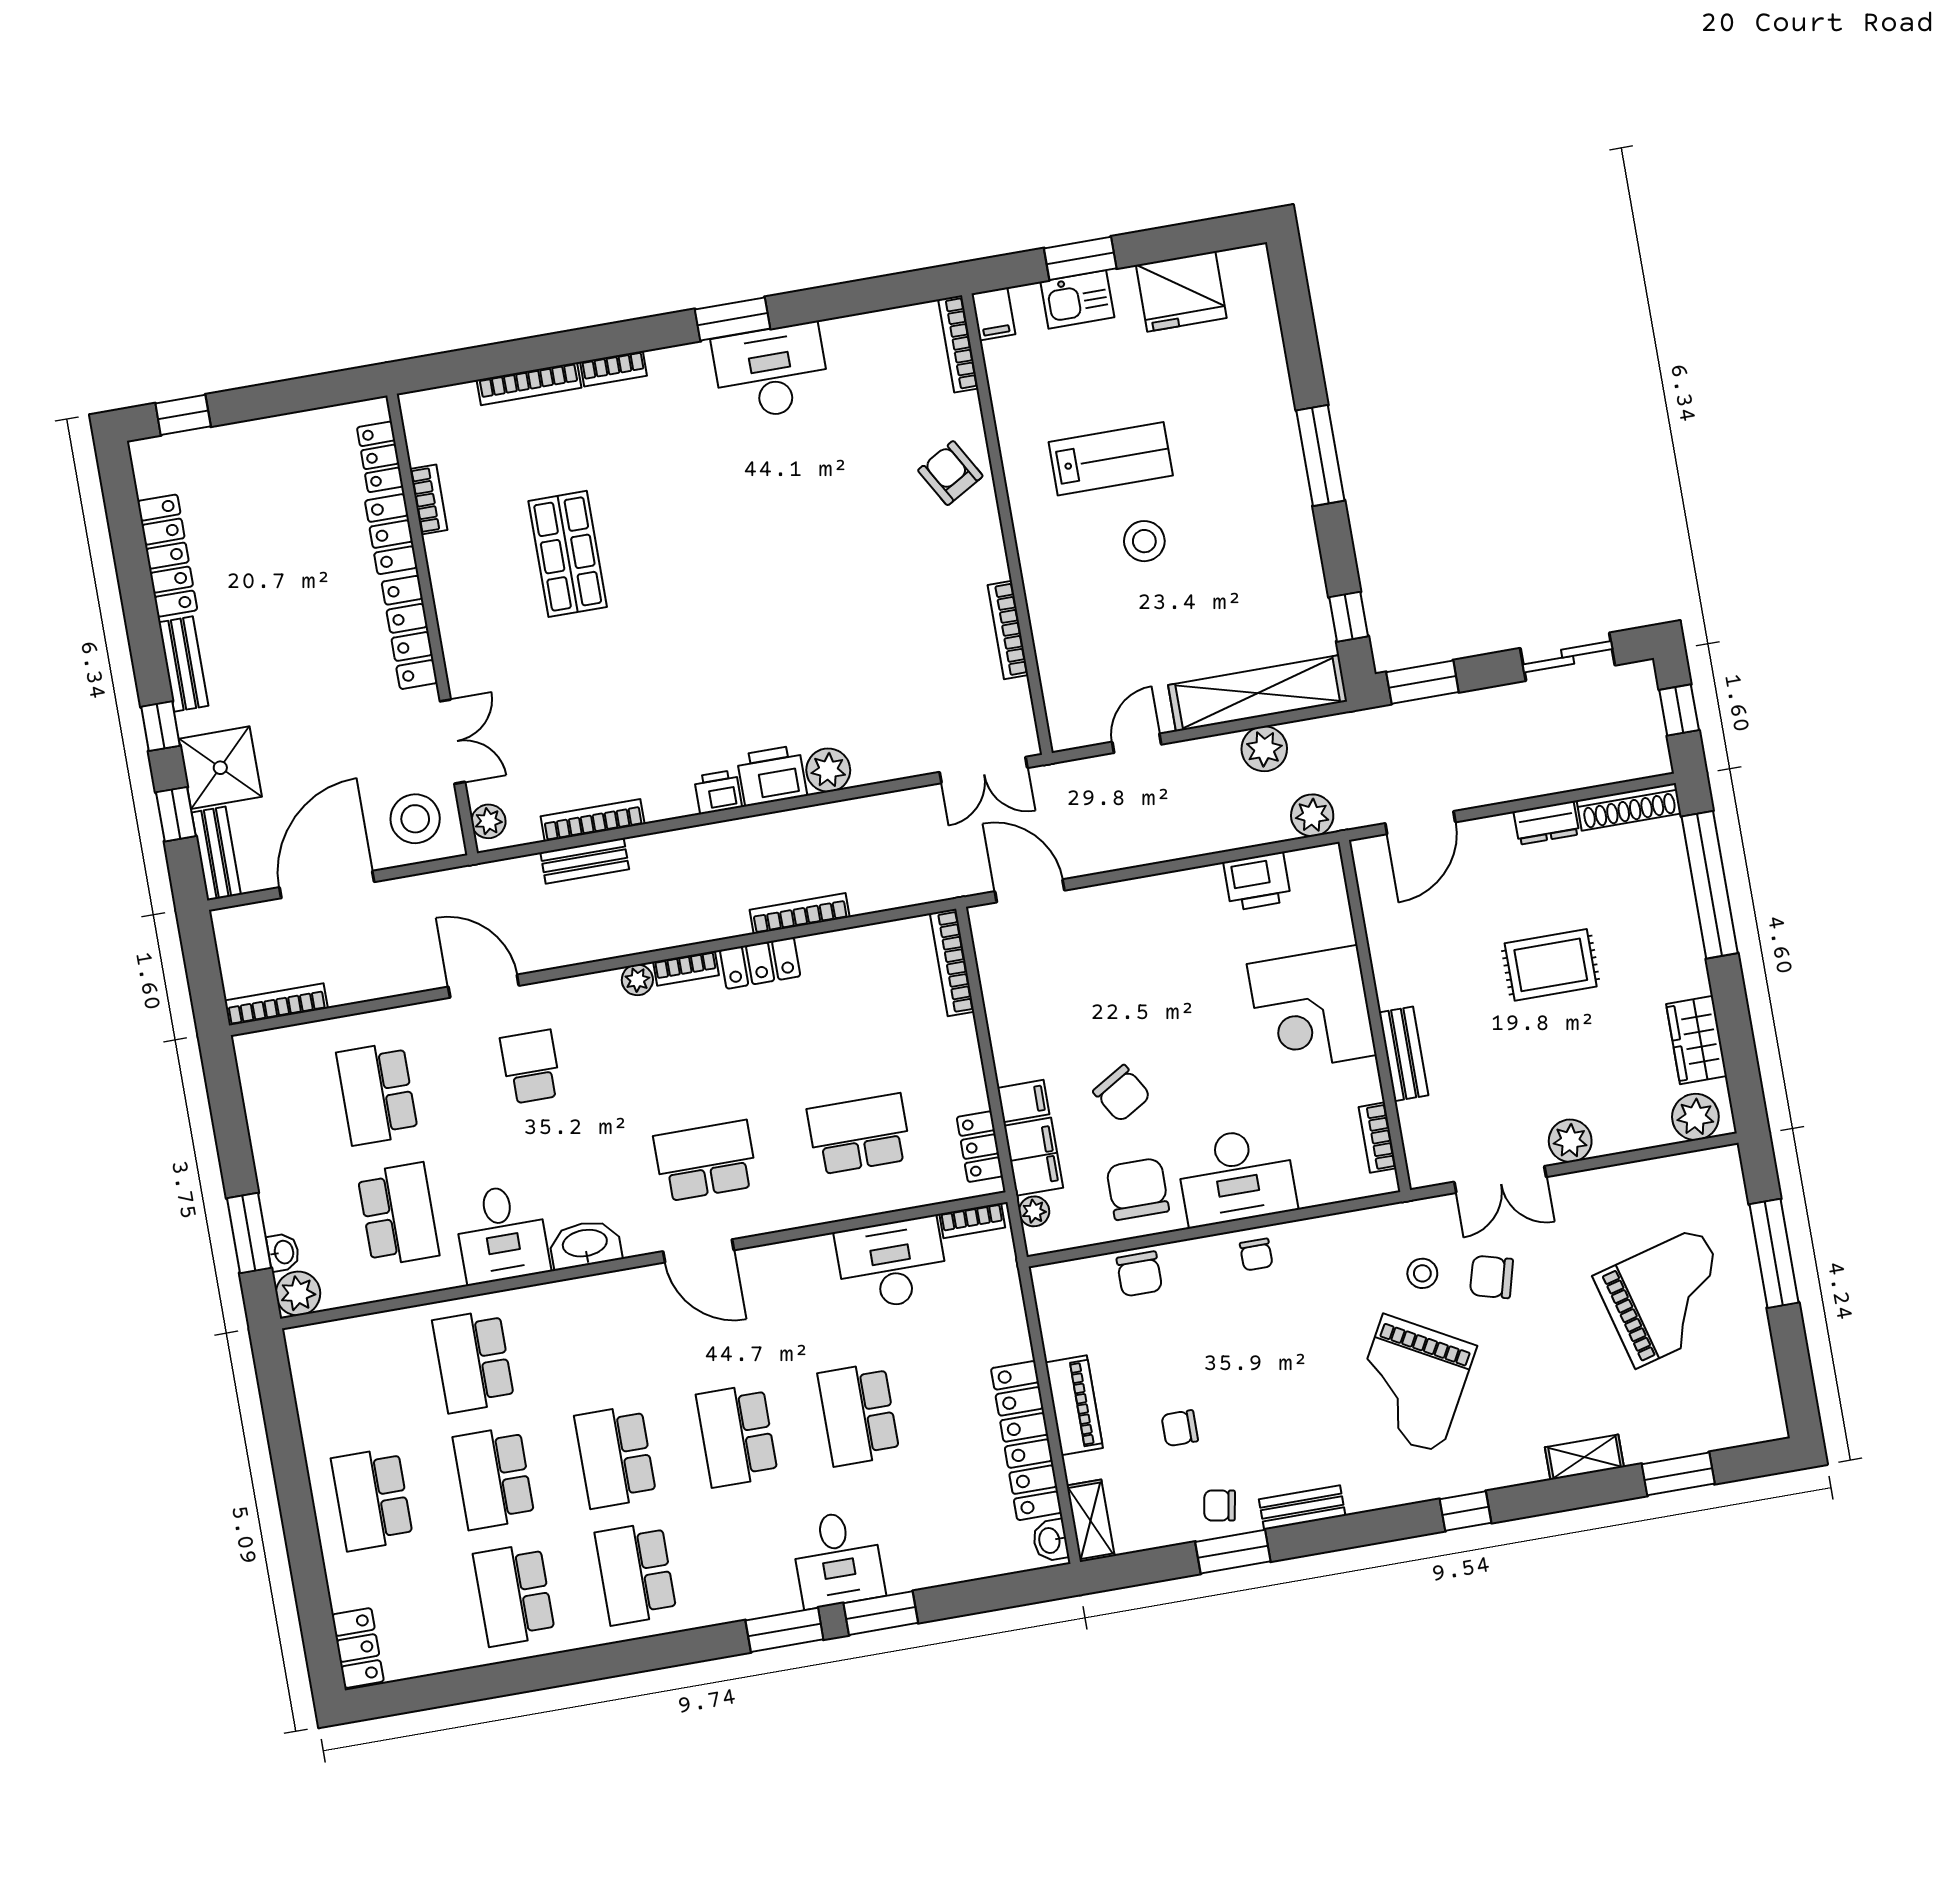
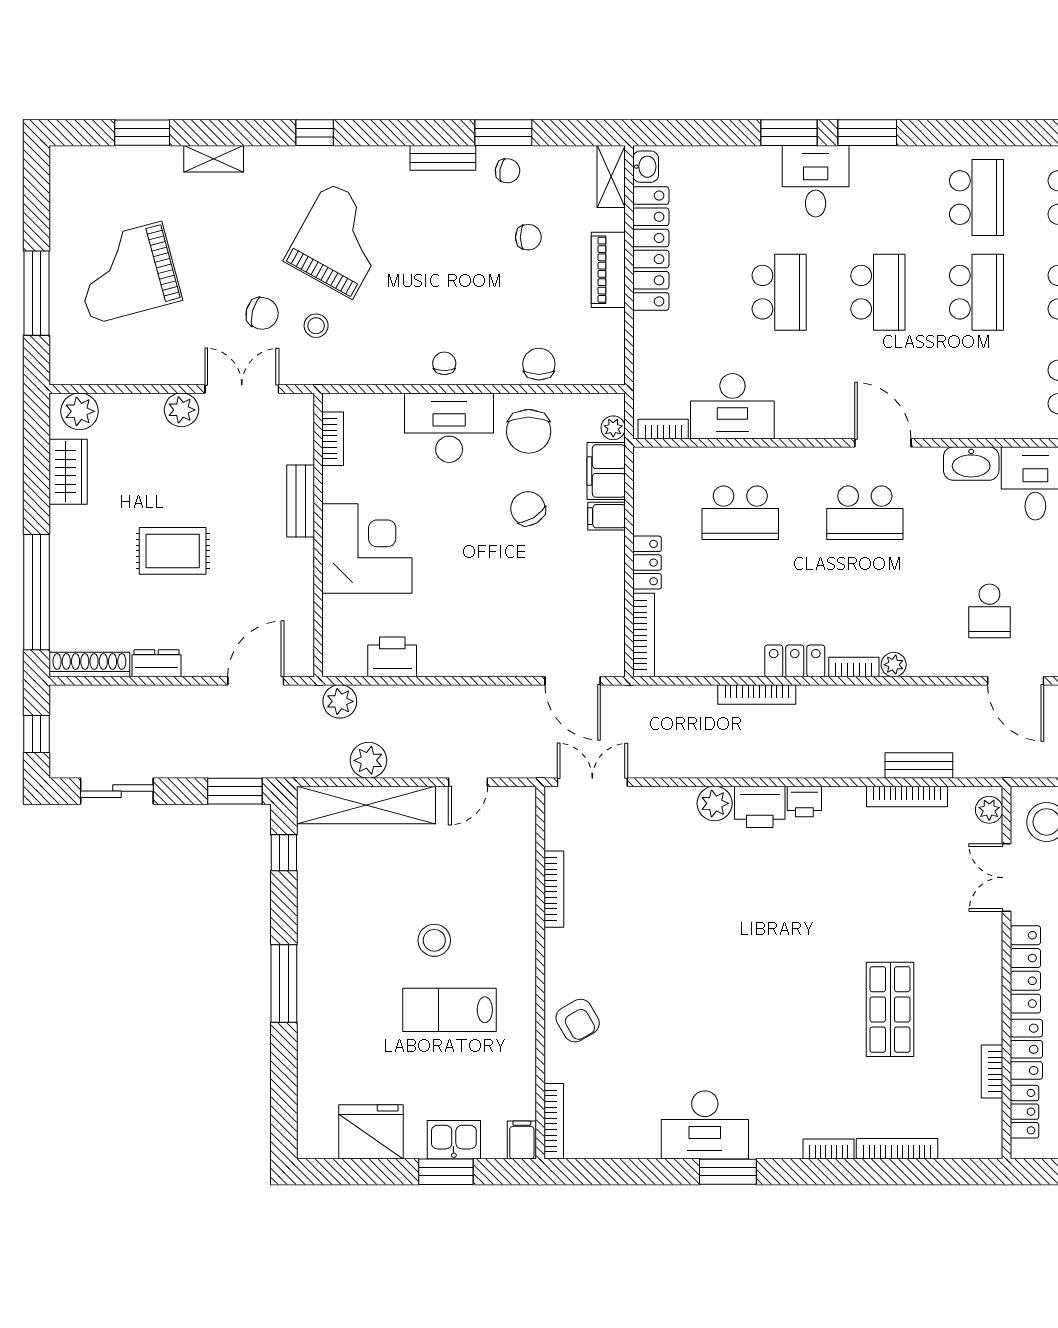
locker: (980, 1147) -> (647, 563), moved

